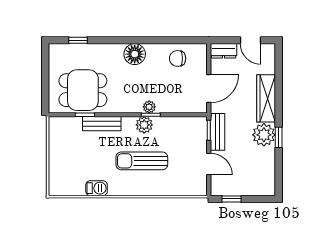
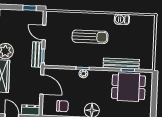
door: (209, 89) -> (42, 85), swing flipped
bench: (102, 124) -> (121, 64), width x1.36
plant: (144, 125) -> (87, 61), removed

